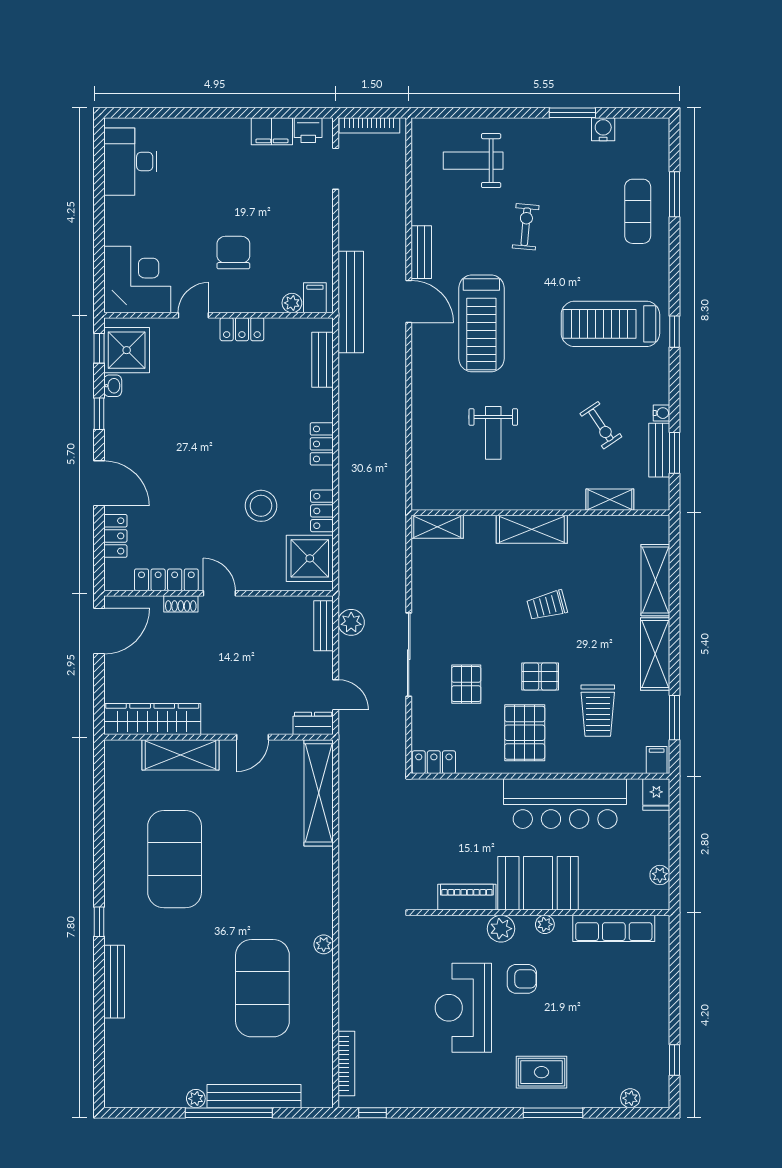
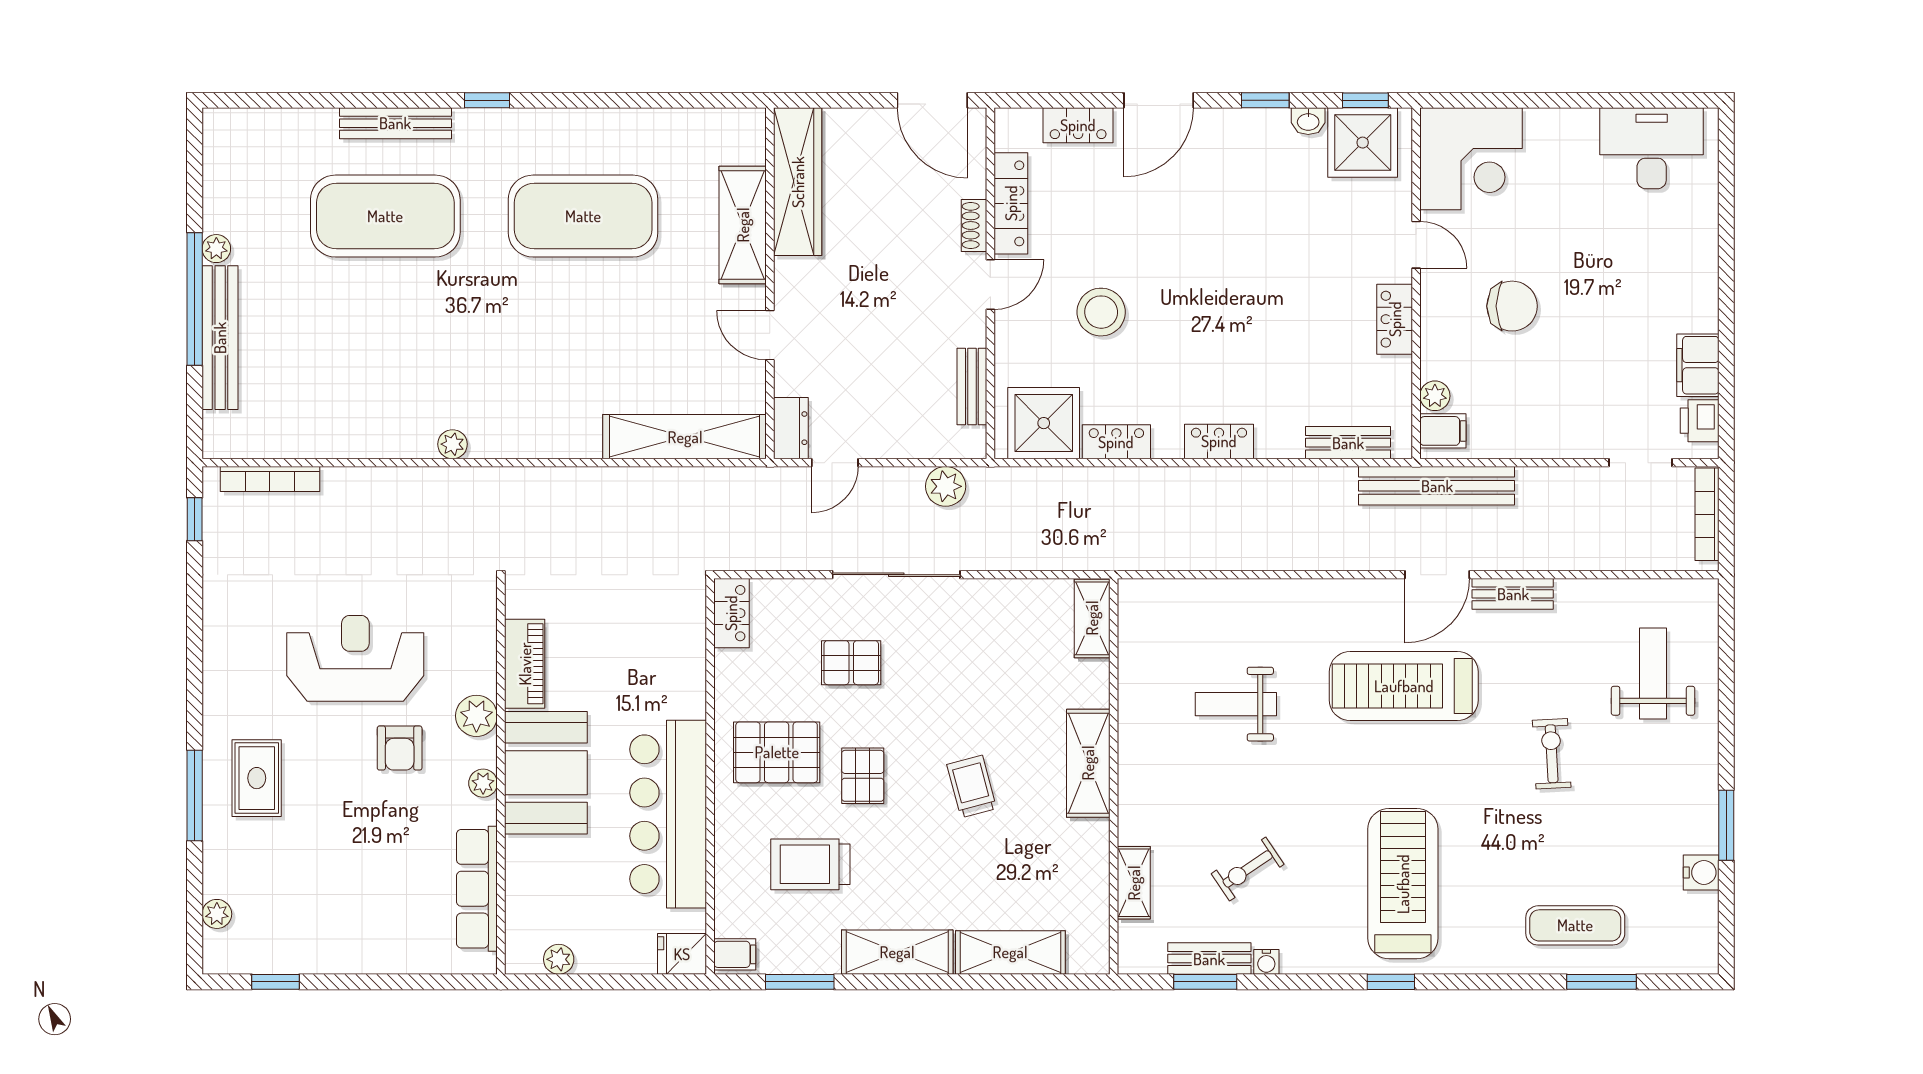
exercise bike: (526, 227) -> (1552, 754), turned -98
stool: (261, 506) -> (1101, 312), moved
bench: (324, 626) -> (972, 387), moved, turned 90
exercise mat: (262, 988) -> (385, 216), moved

